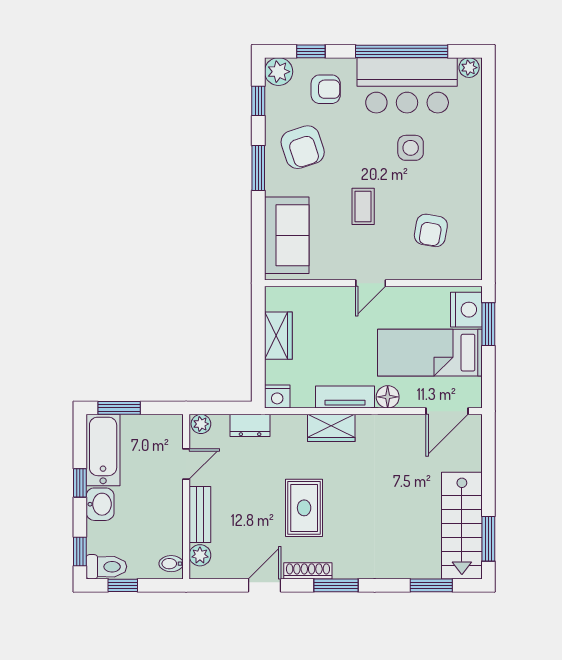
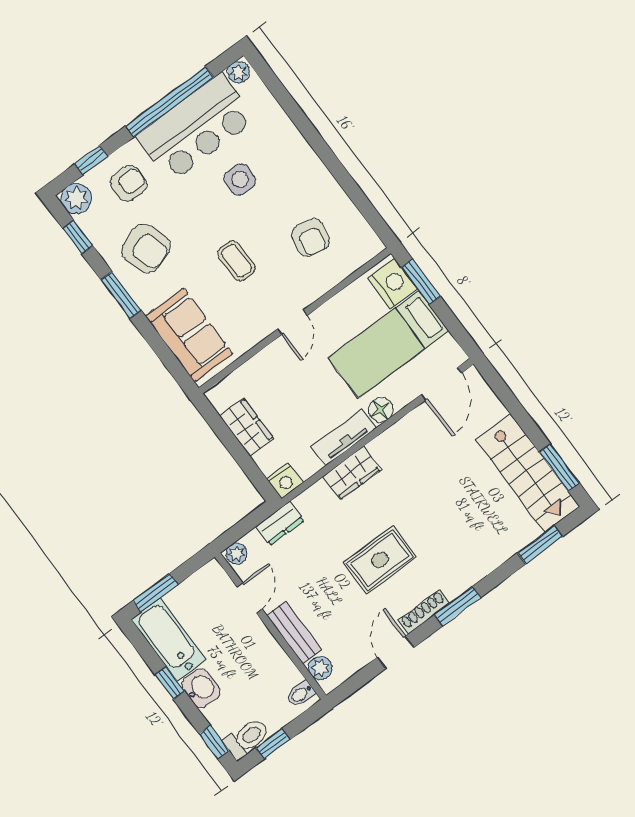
rug: (304, 508) -> (380, 560), turned 90

